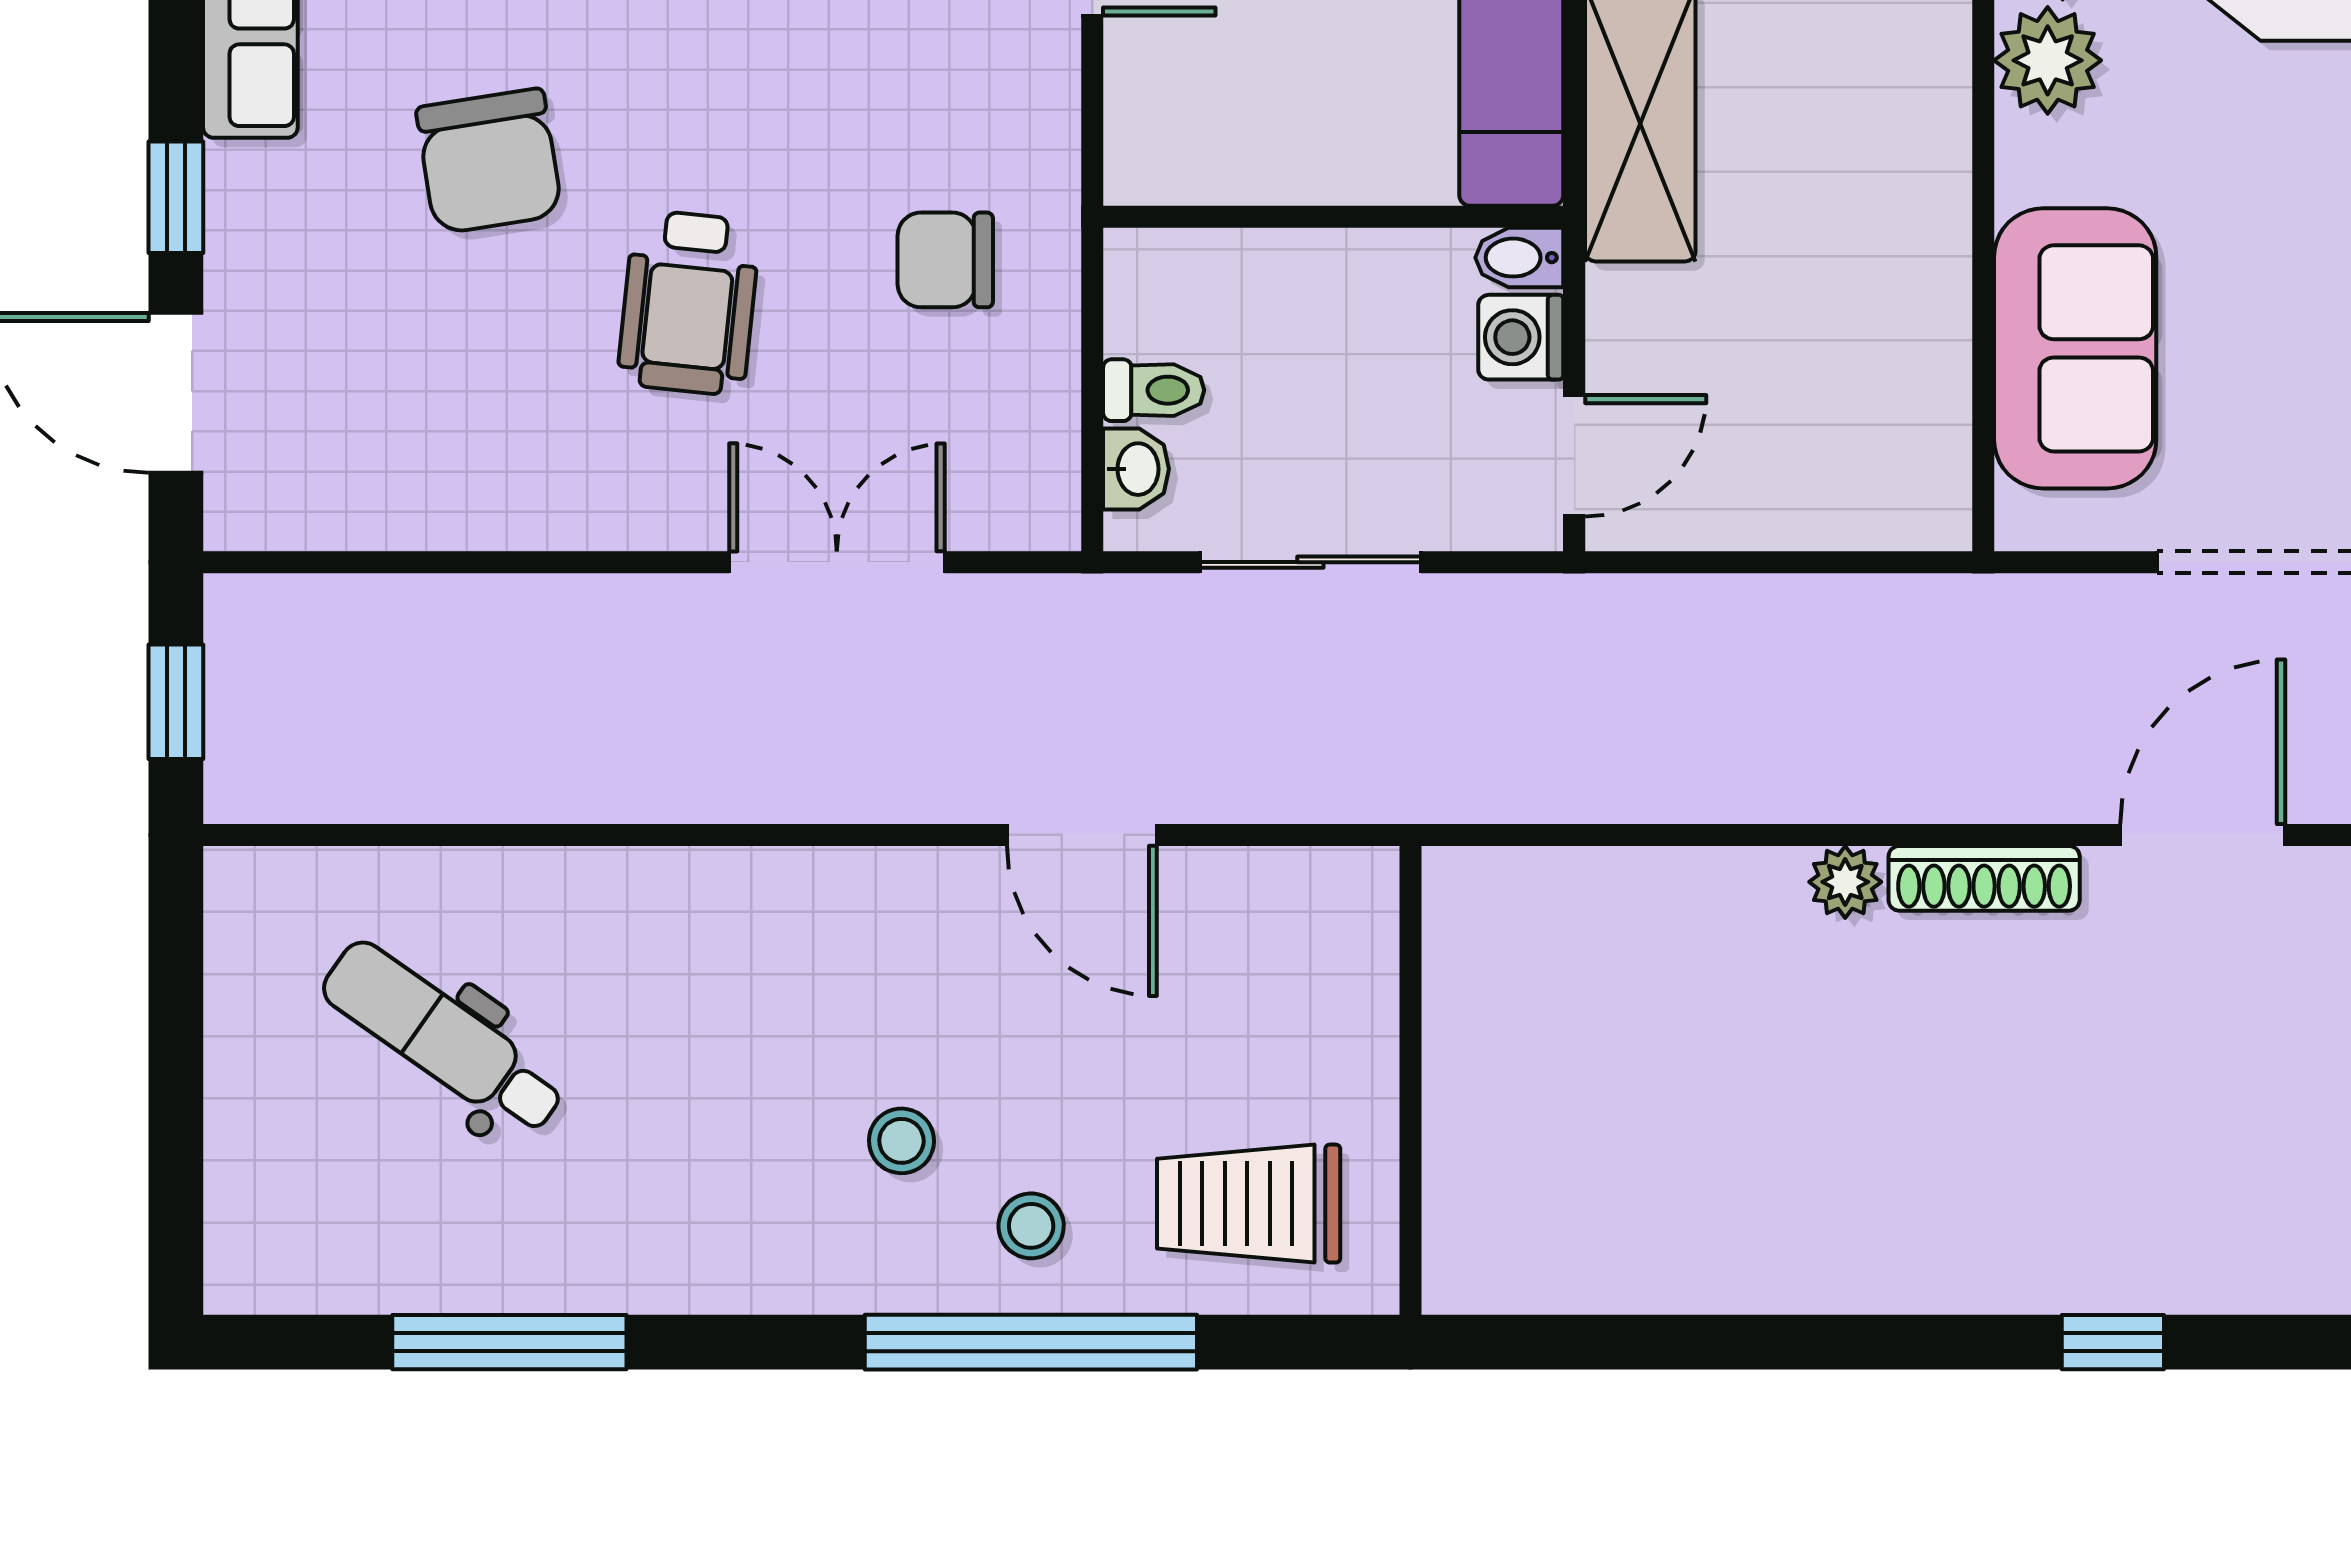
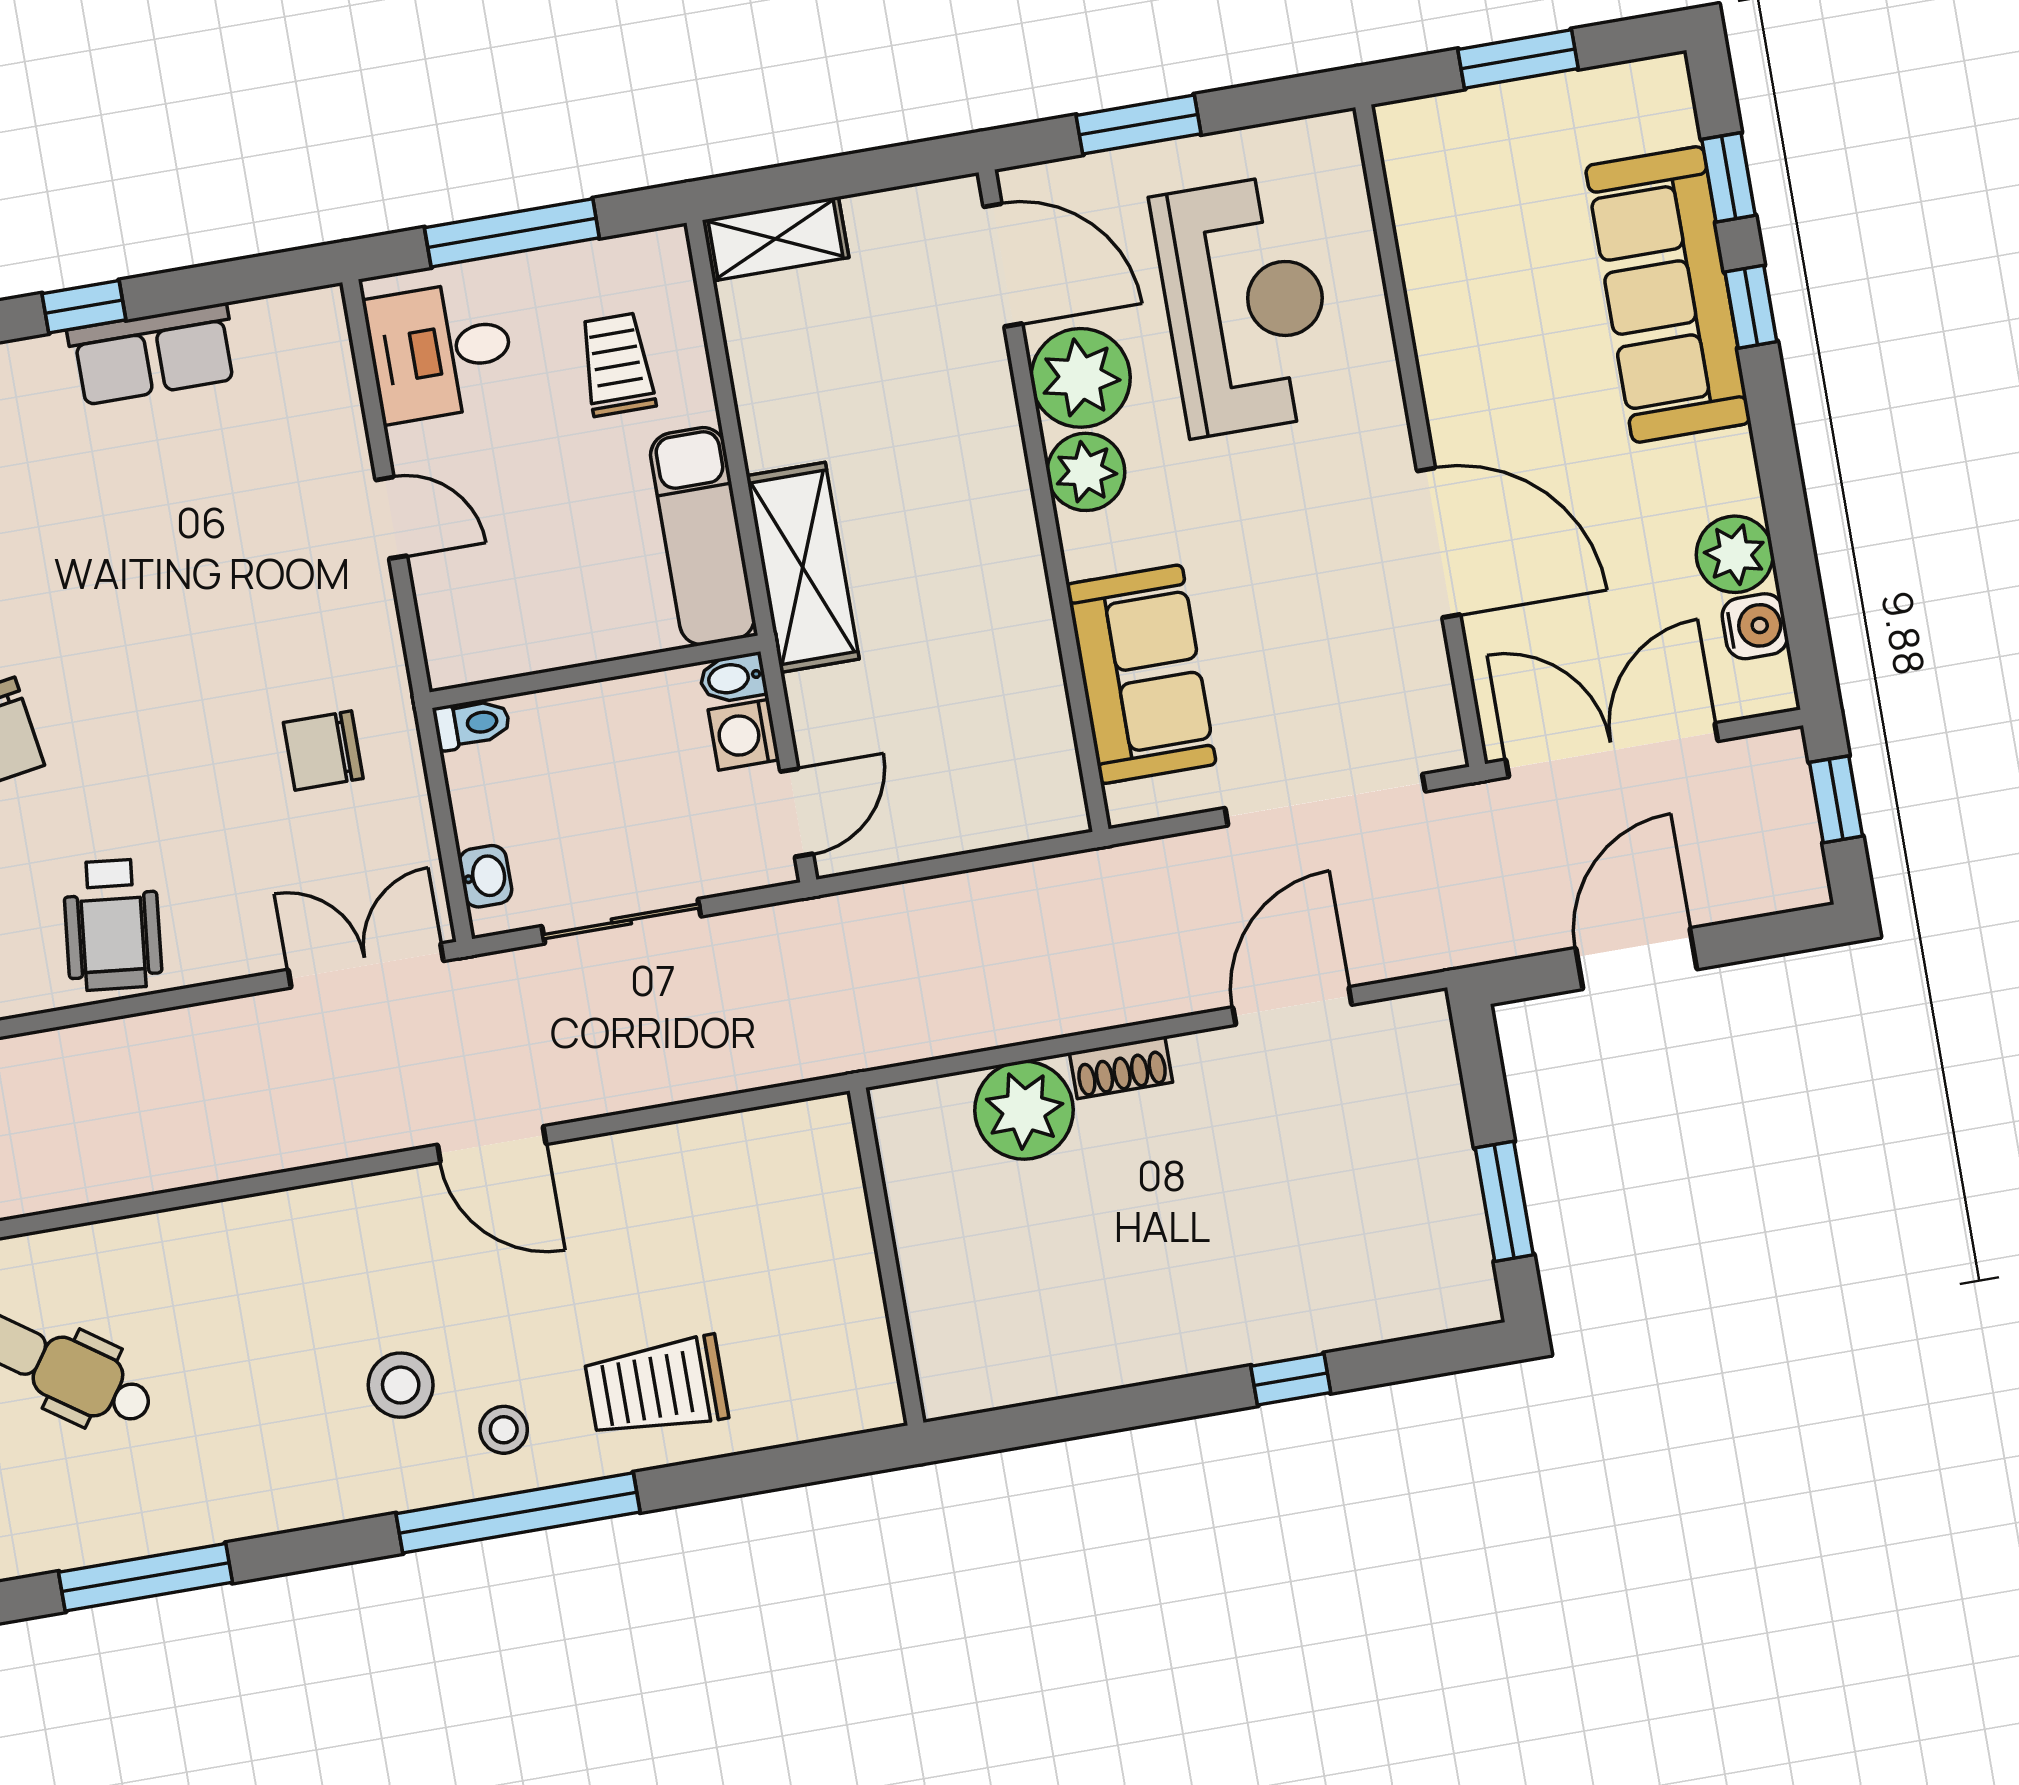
wheelchair: (689, 303) -> (112, 925), moved
toilet: (1154, 390) -> (472, 724), moved
double door: (837, 562) -> (366, 965), moved
shoe rack: (1984, 878) -> (1121, 1068), width x0.70
plant: (1845, 882) -> (1024, 1110), width x1.88, depth x1.88
wall: (1411, 1080) -> (887, 1257), moved
stool: (901, 1141) -> (401, 1385), width x1.37, depth x1.37

